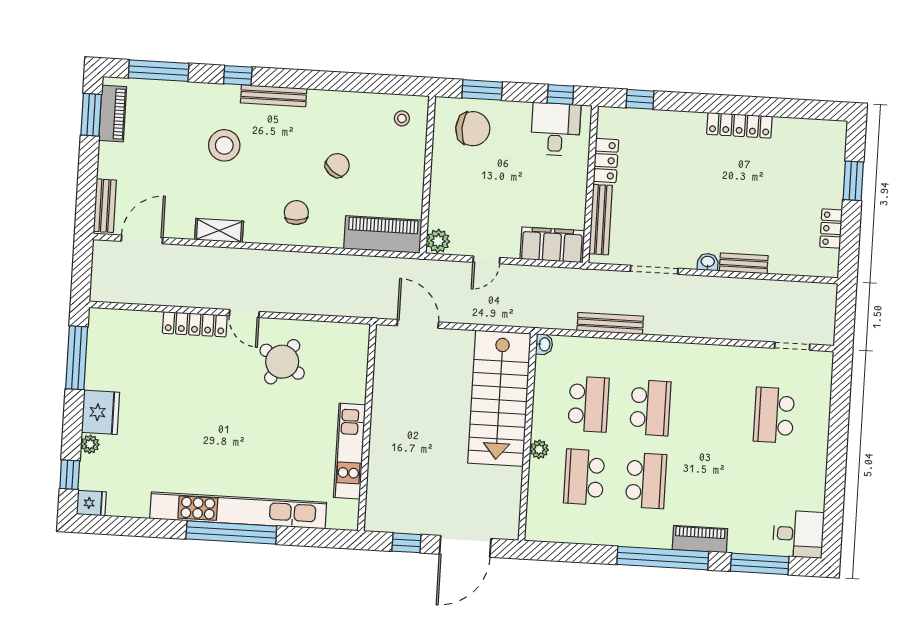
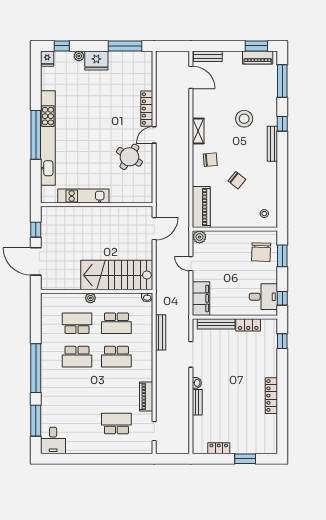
shelving: (219, 231) -> (198, 131), moved
piano: (700, 539) -> (146, 396), moved, turned 180

